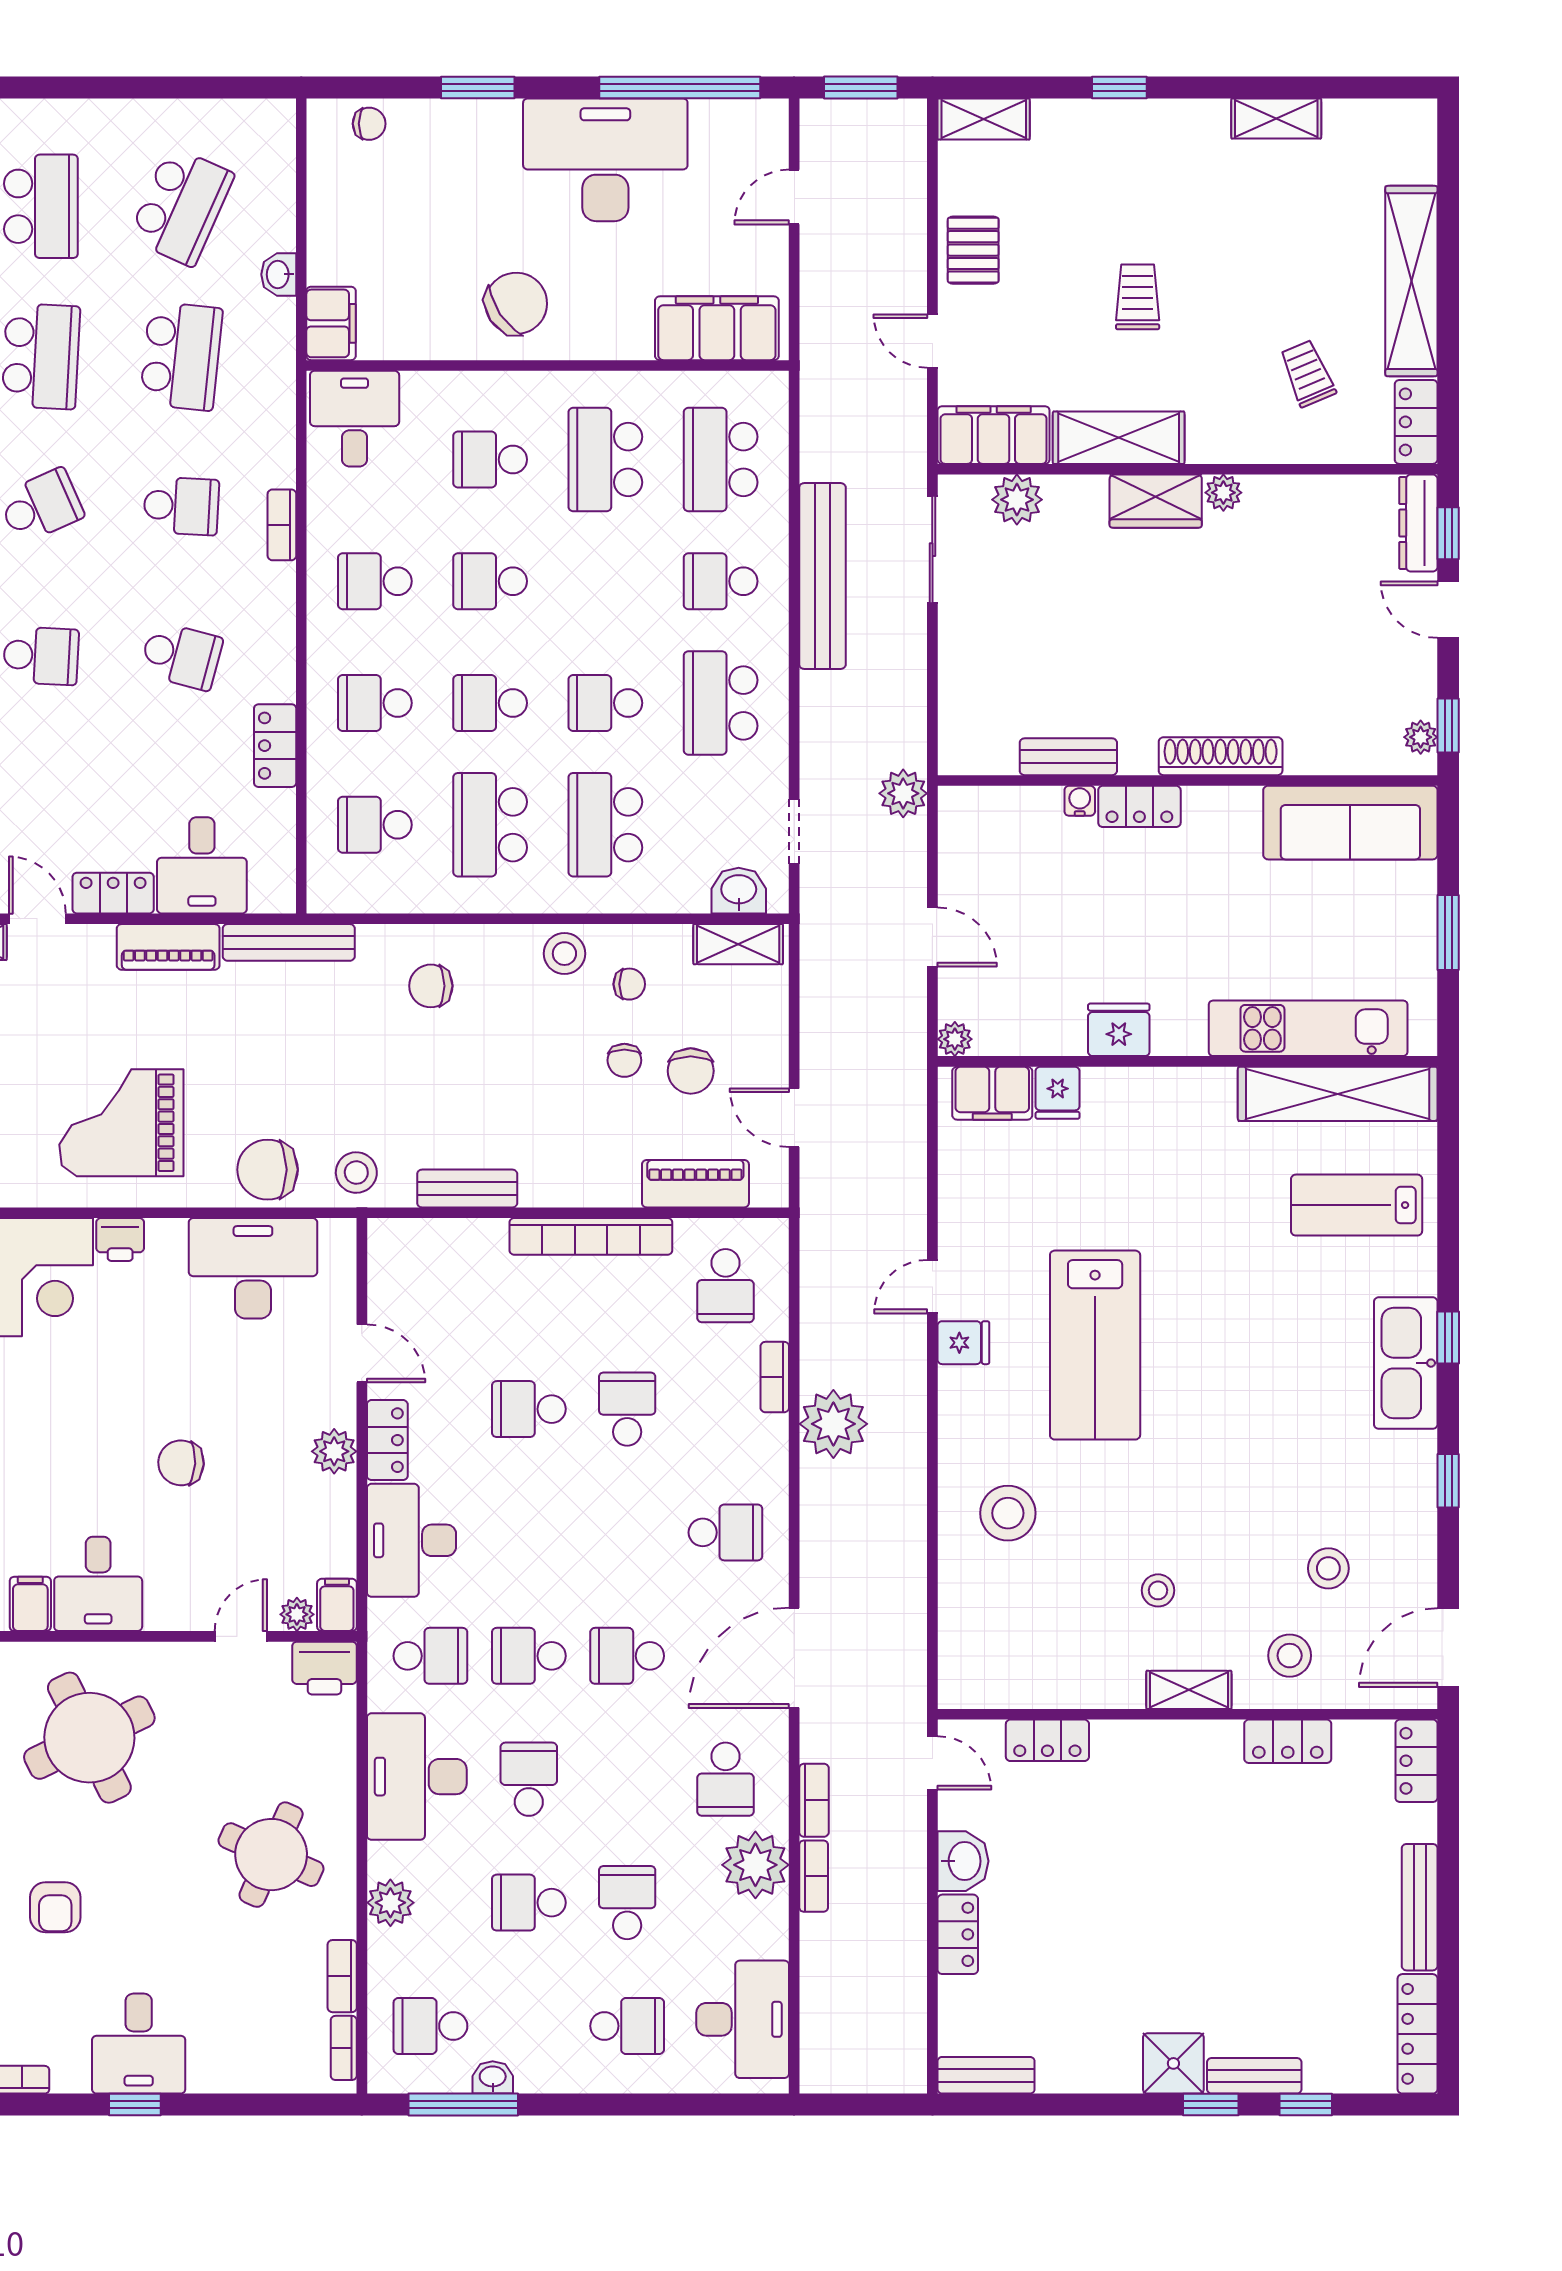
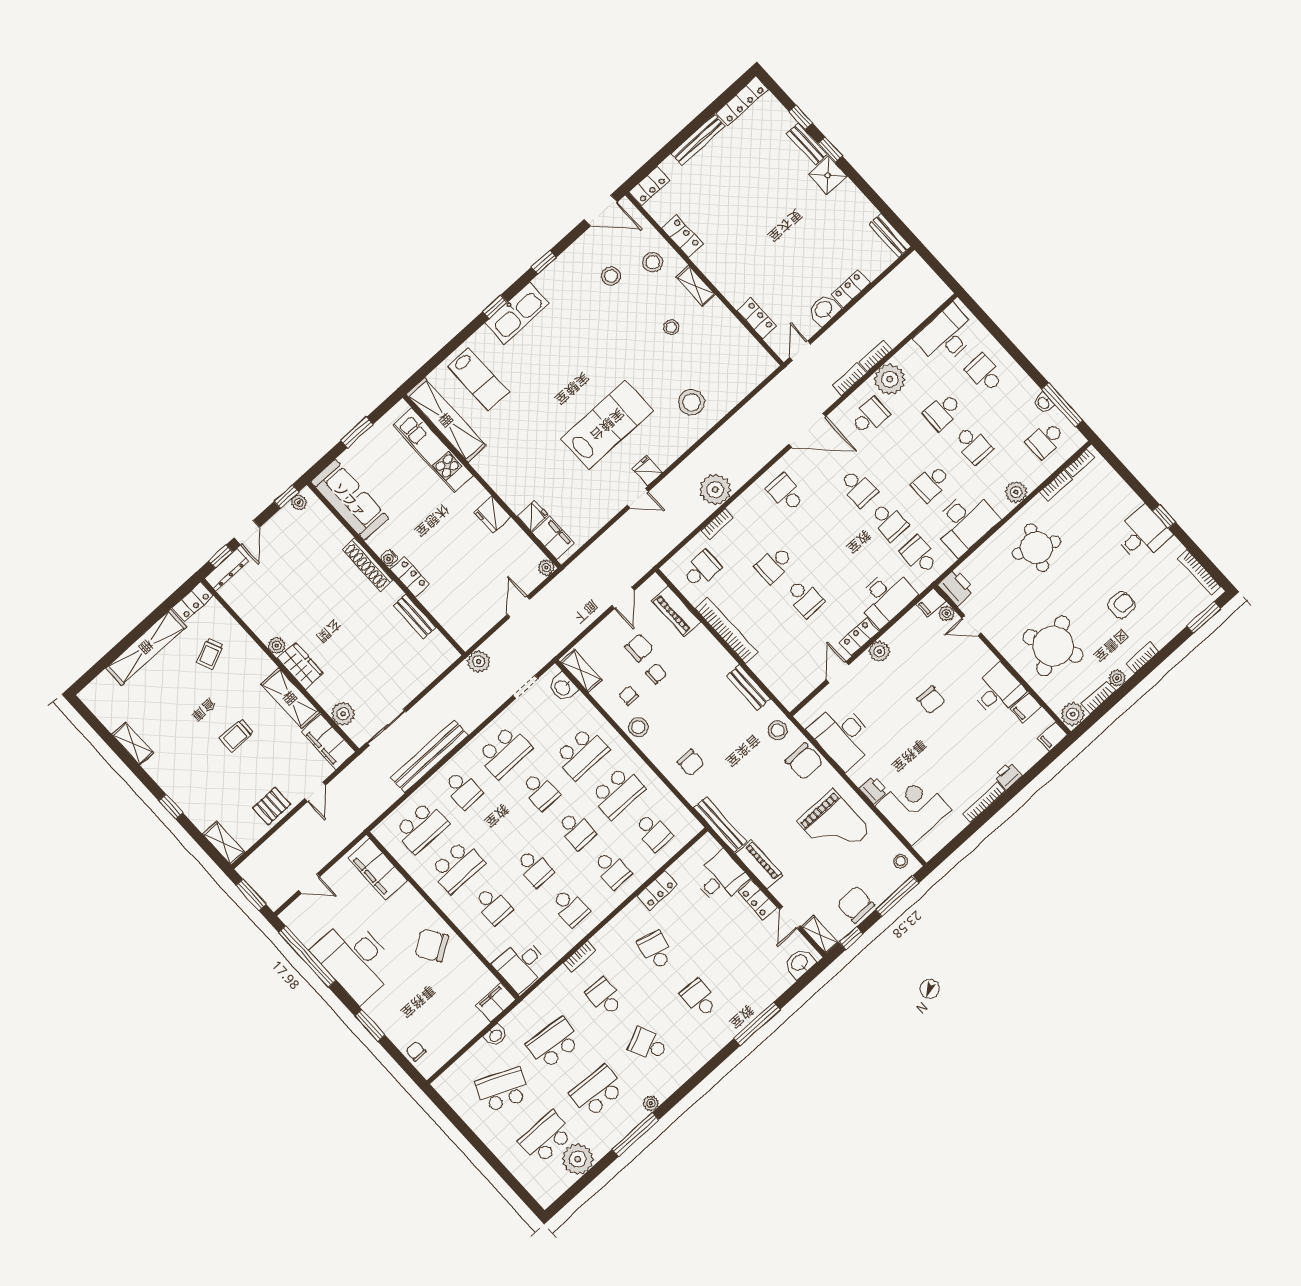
water cooler: (1080, 801) -> (389, 558), moved
school desk: (430, 2026) -> (1046, 440), turned 90

